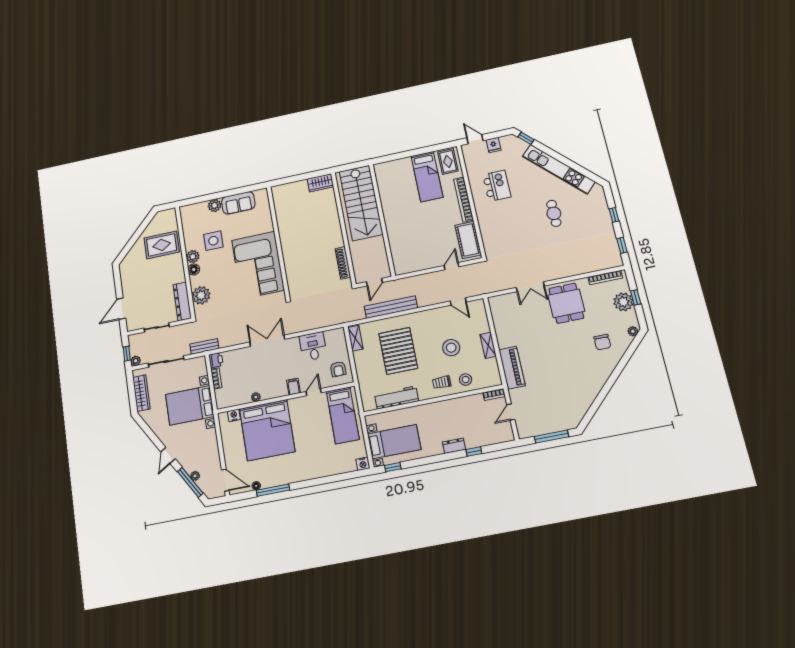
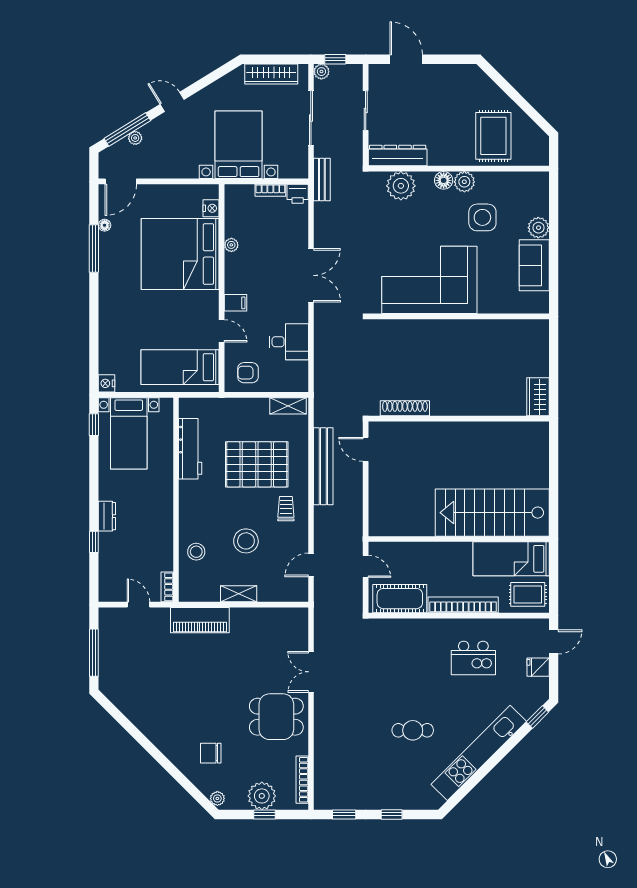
stairs: (361, 203) -> (492, 513), moved
wall: (382, 220) -> (459, 539), moved
trolley: (442, 382) -> (286, 509), moved

